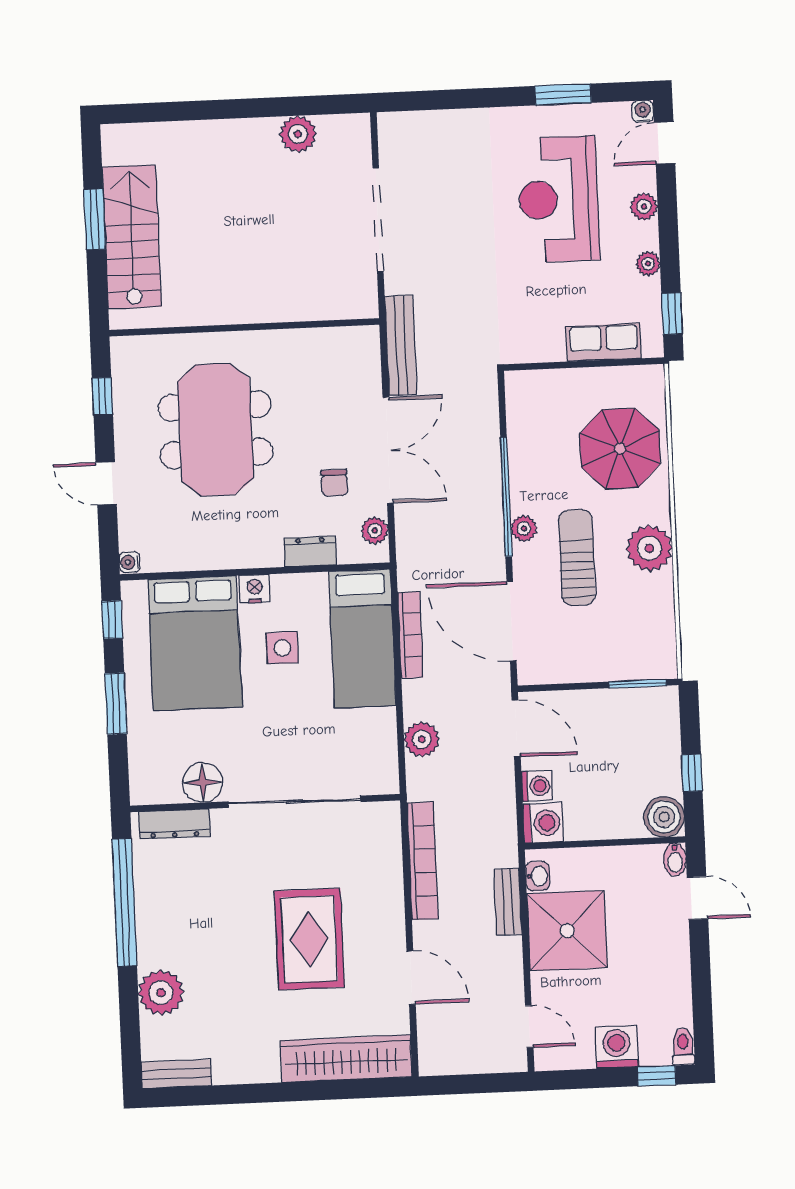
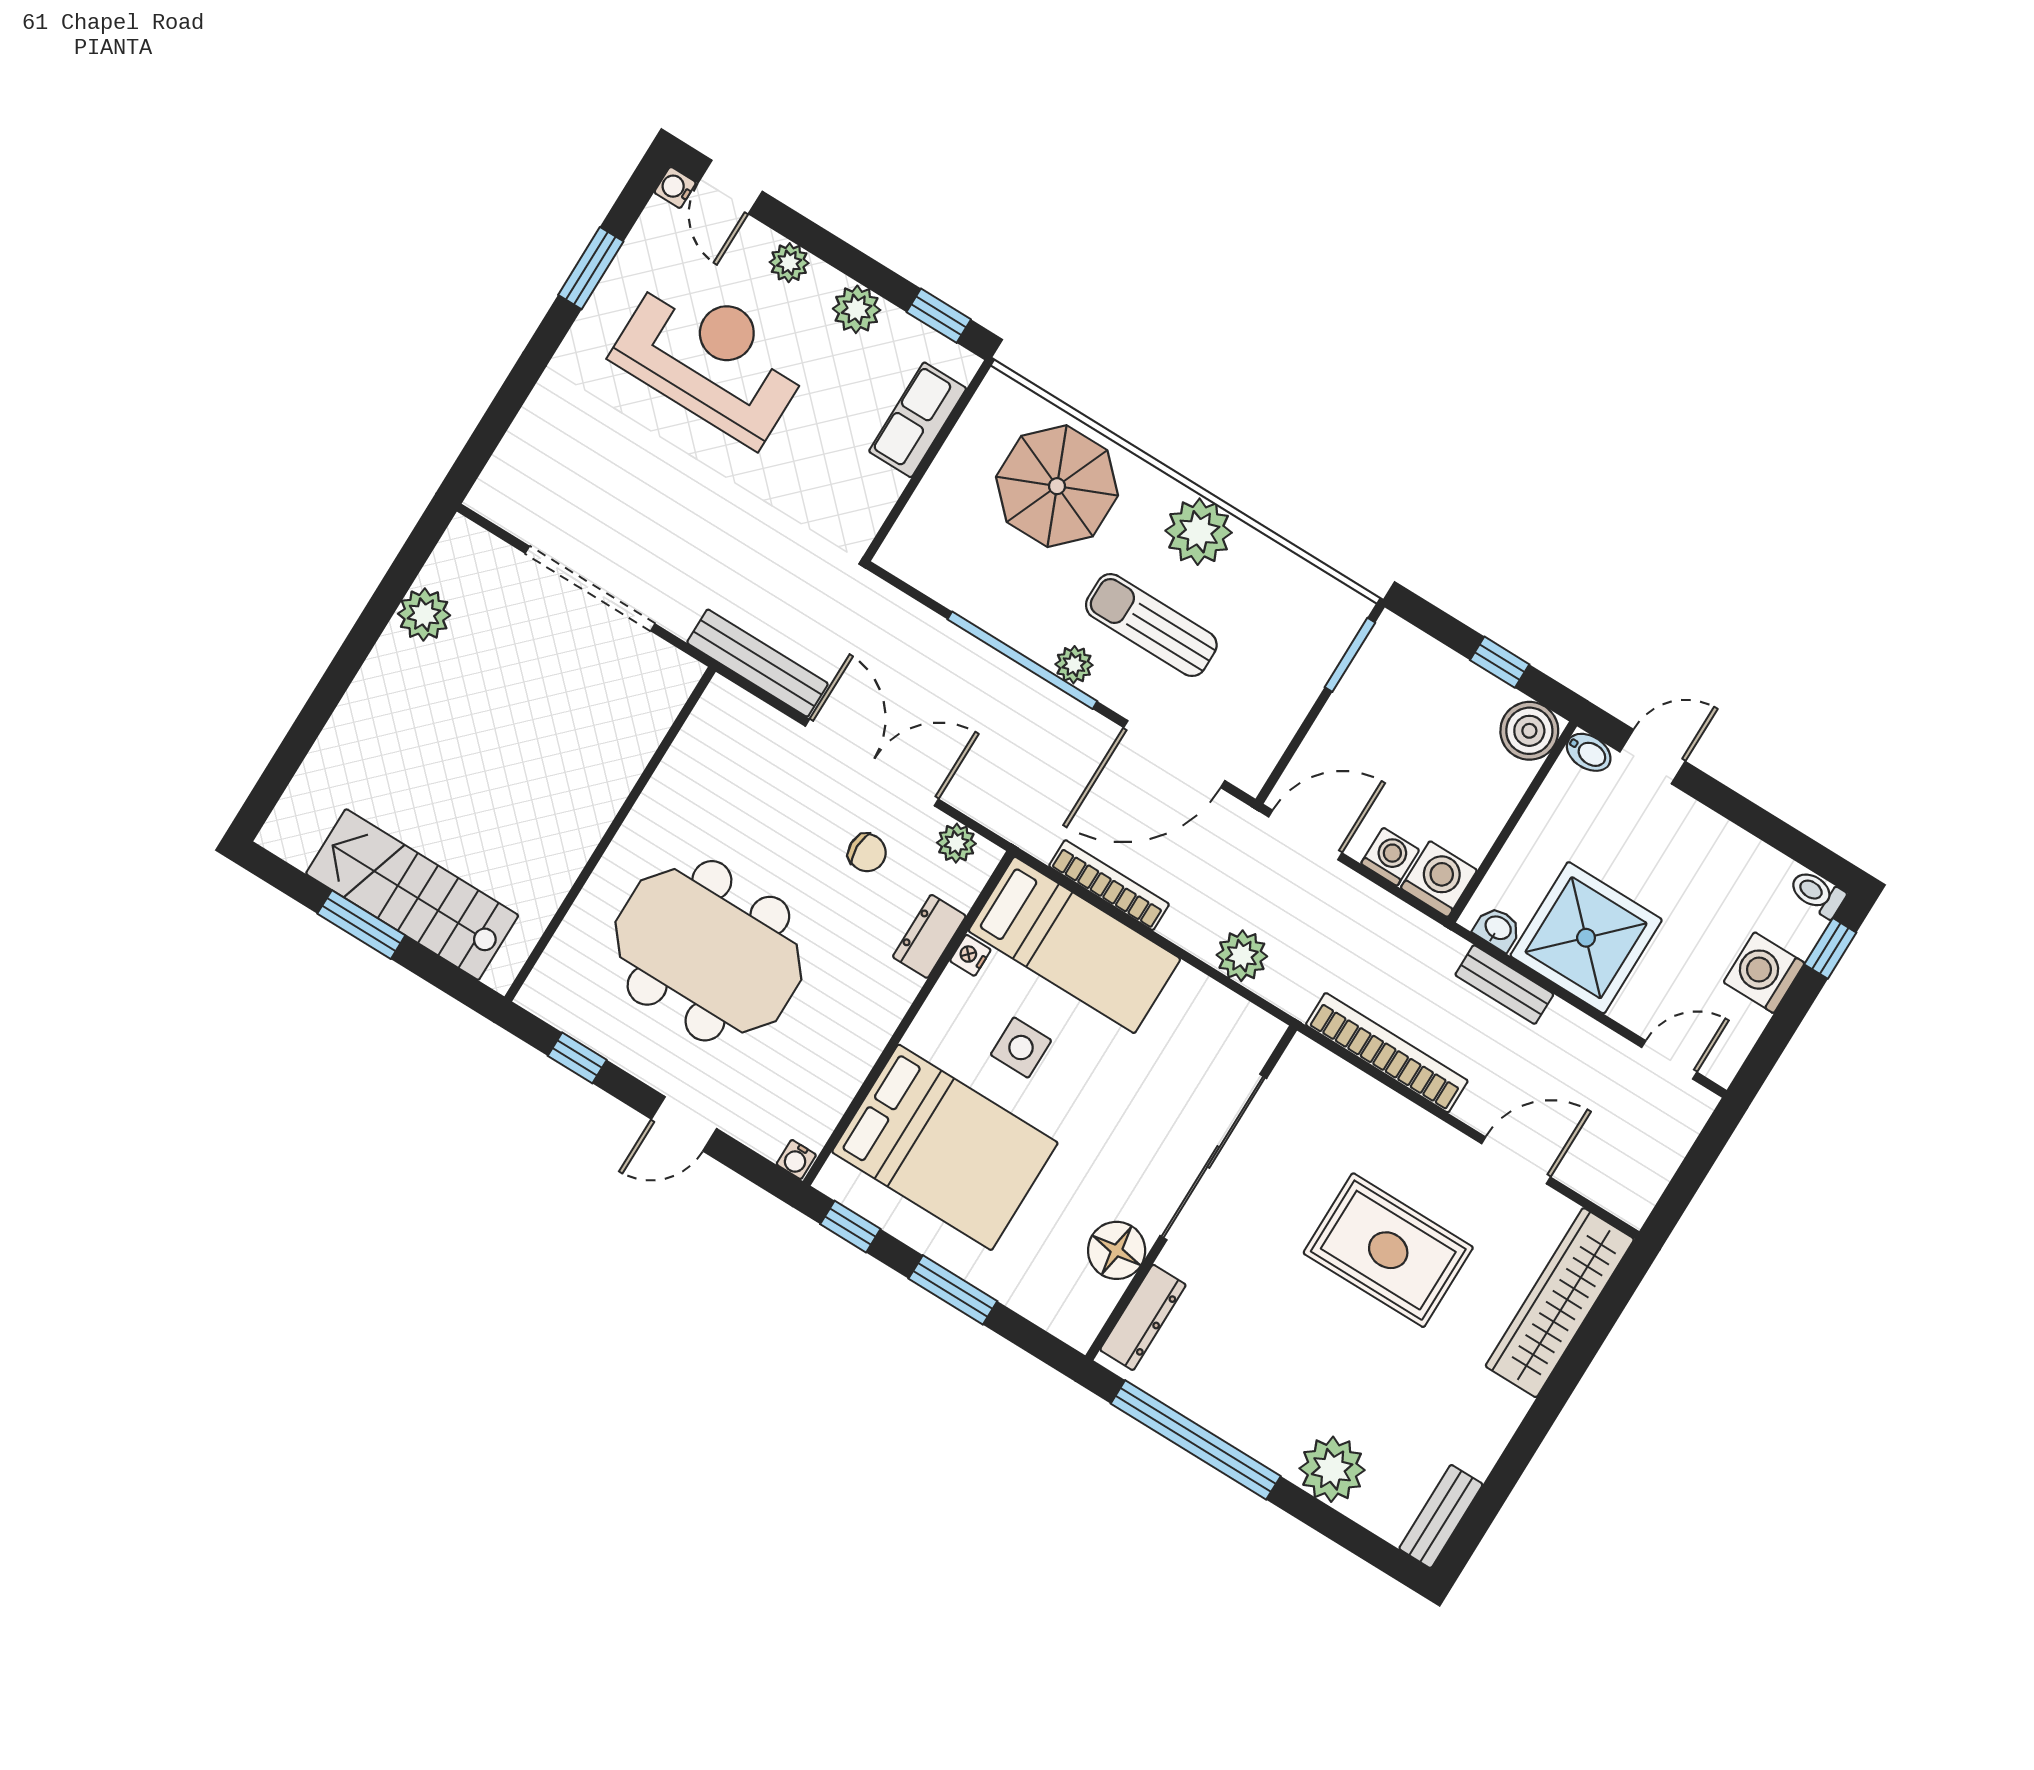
reception desk: (559, 199) -> (712, 358), turned 180
plant: (648, 264) -> (857, 309), width x1.38, depth x1.38
nightstand: (255, 589) -> (970, 955), moved, width x0.72, depth x0.74

